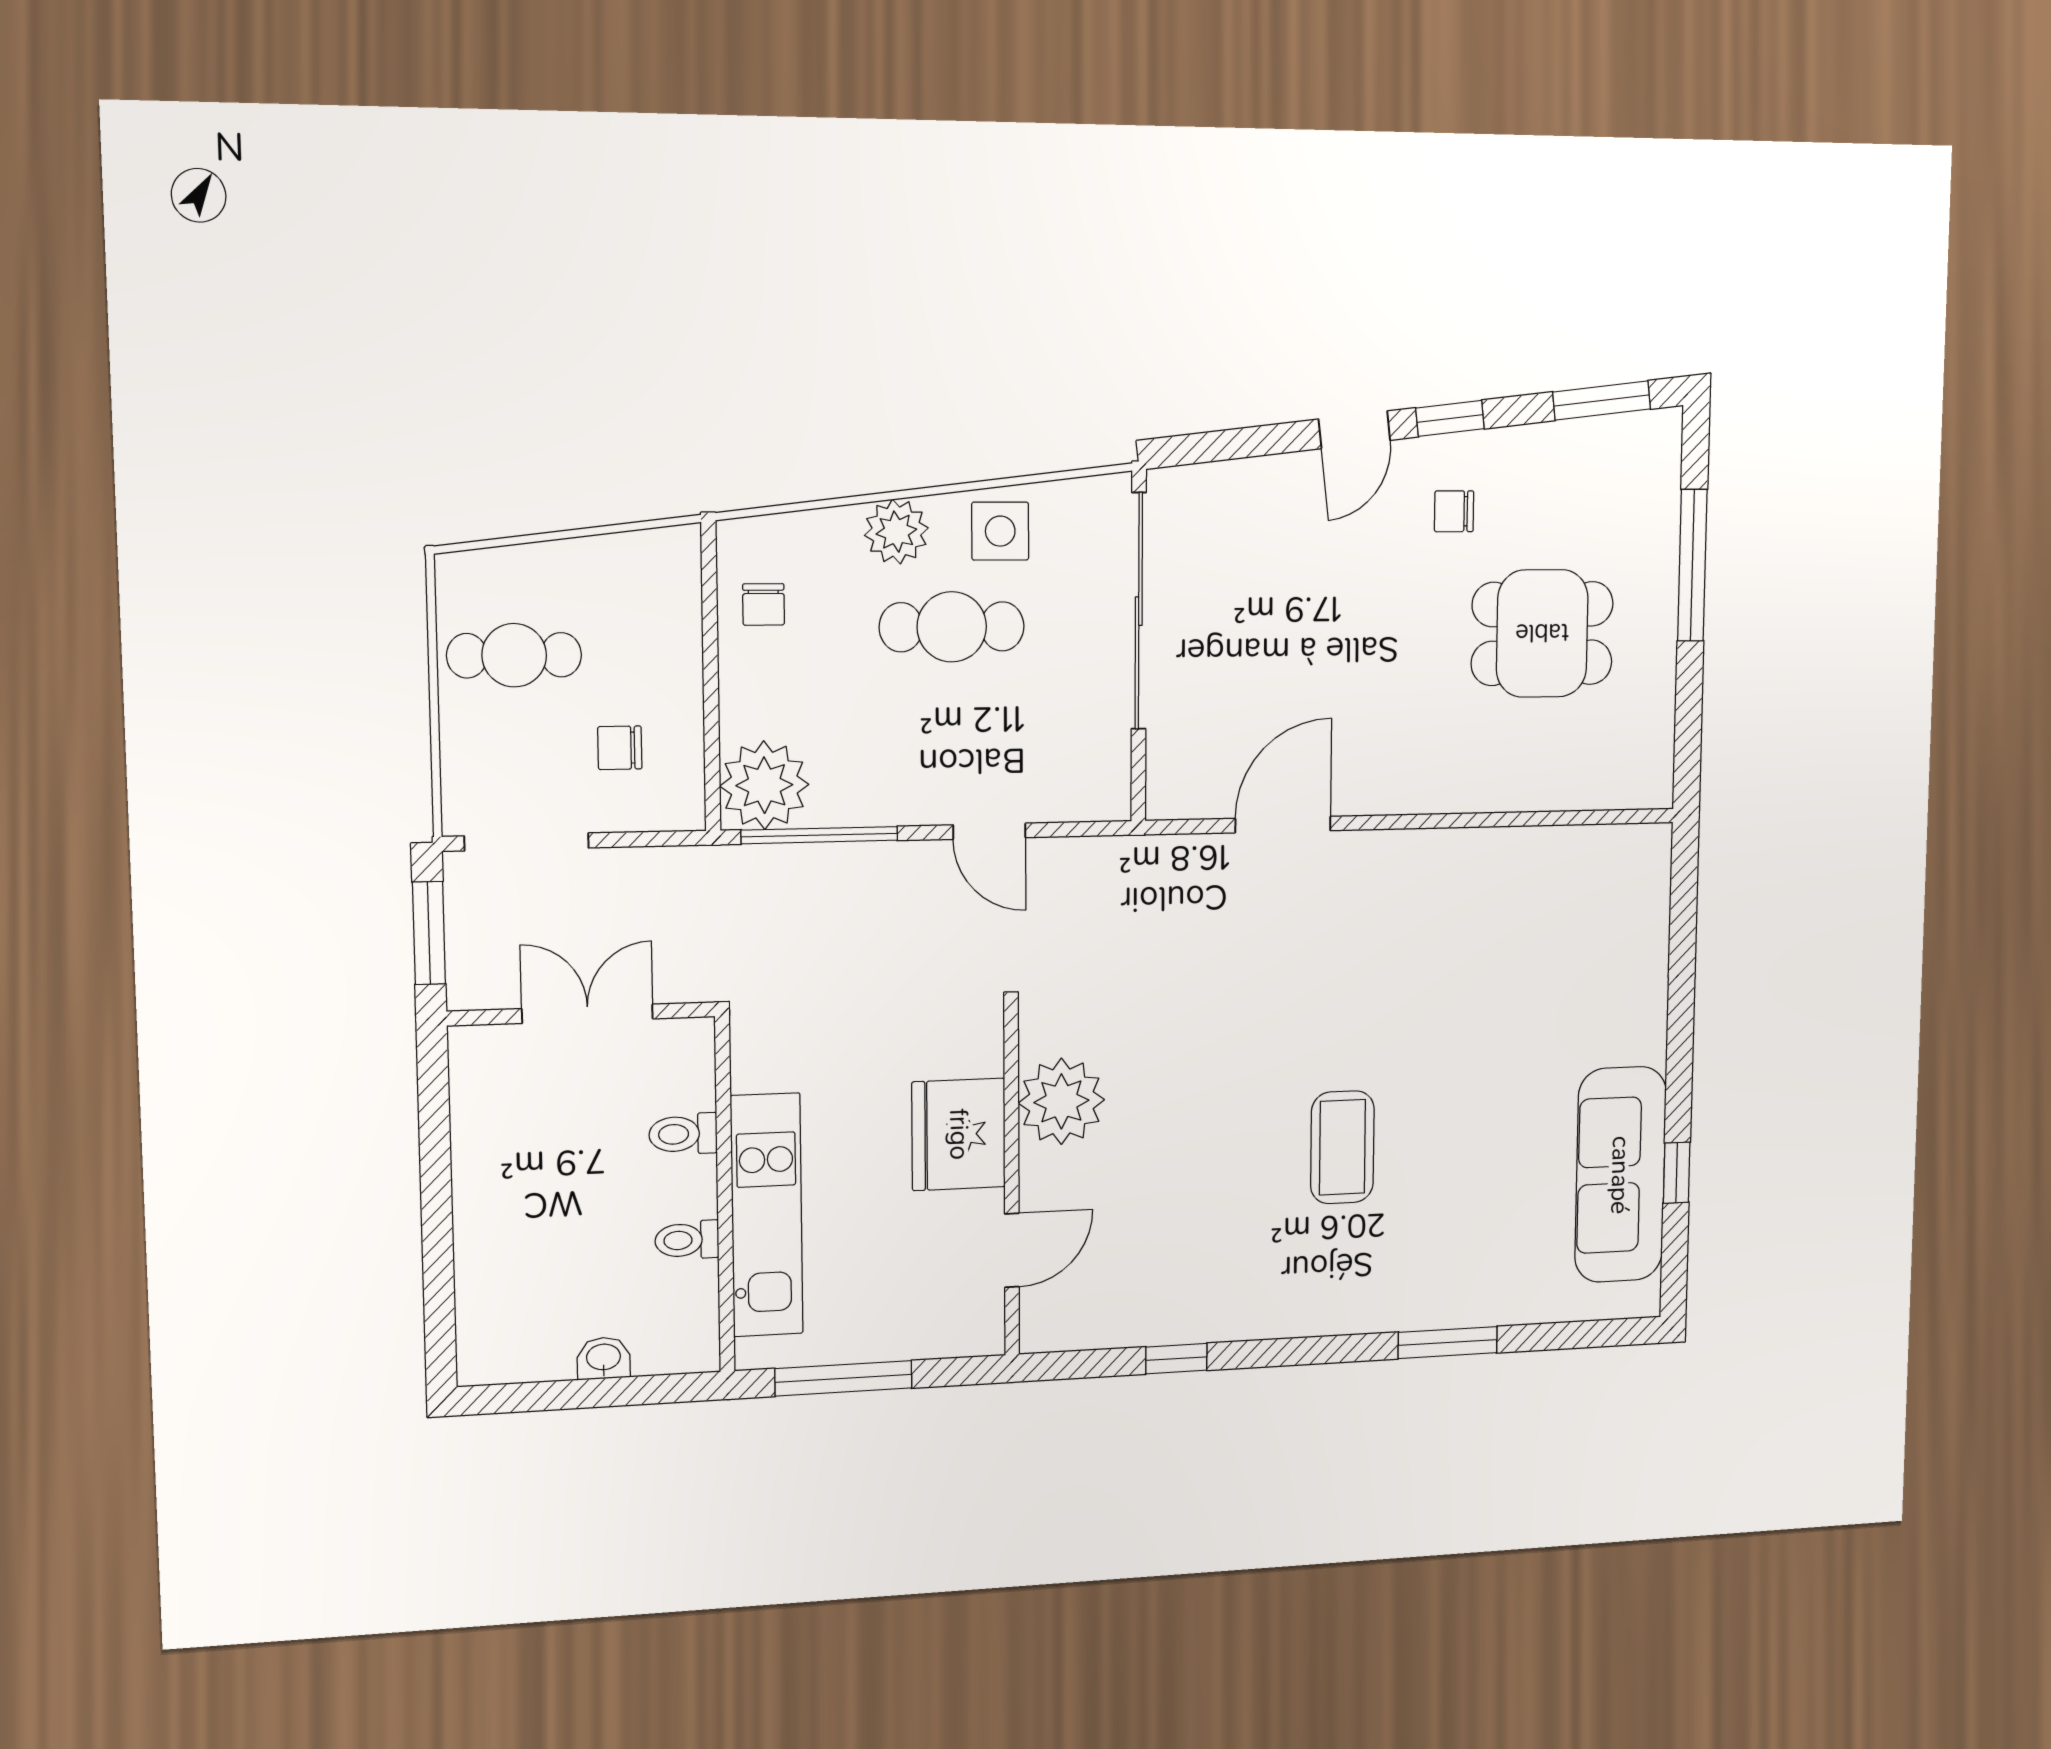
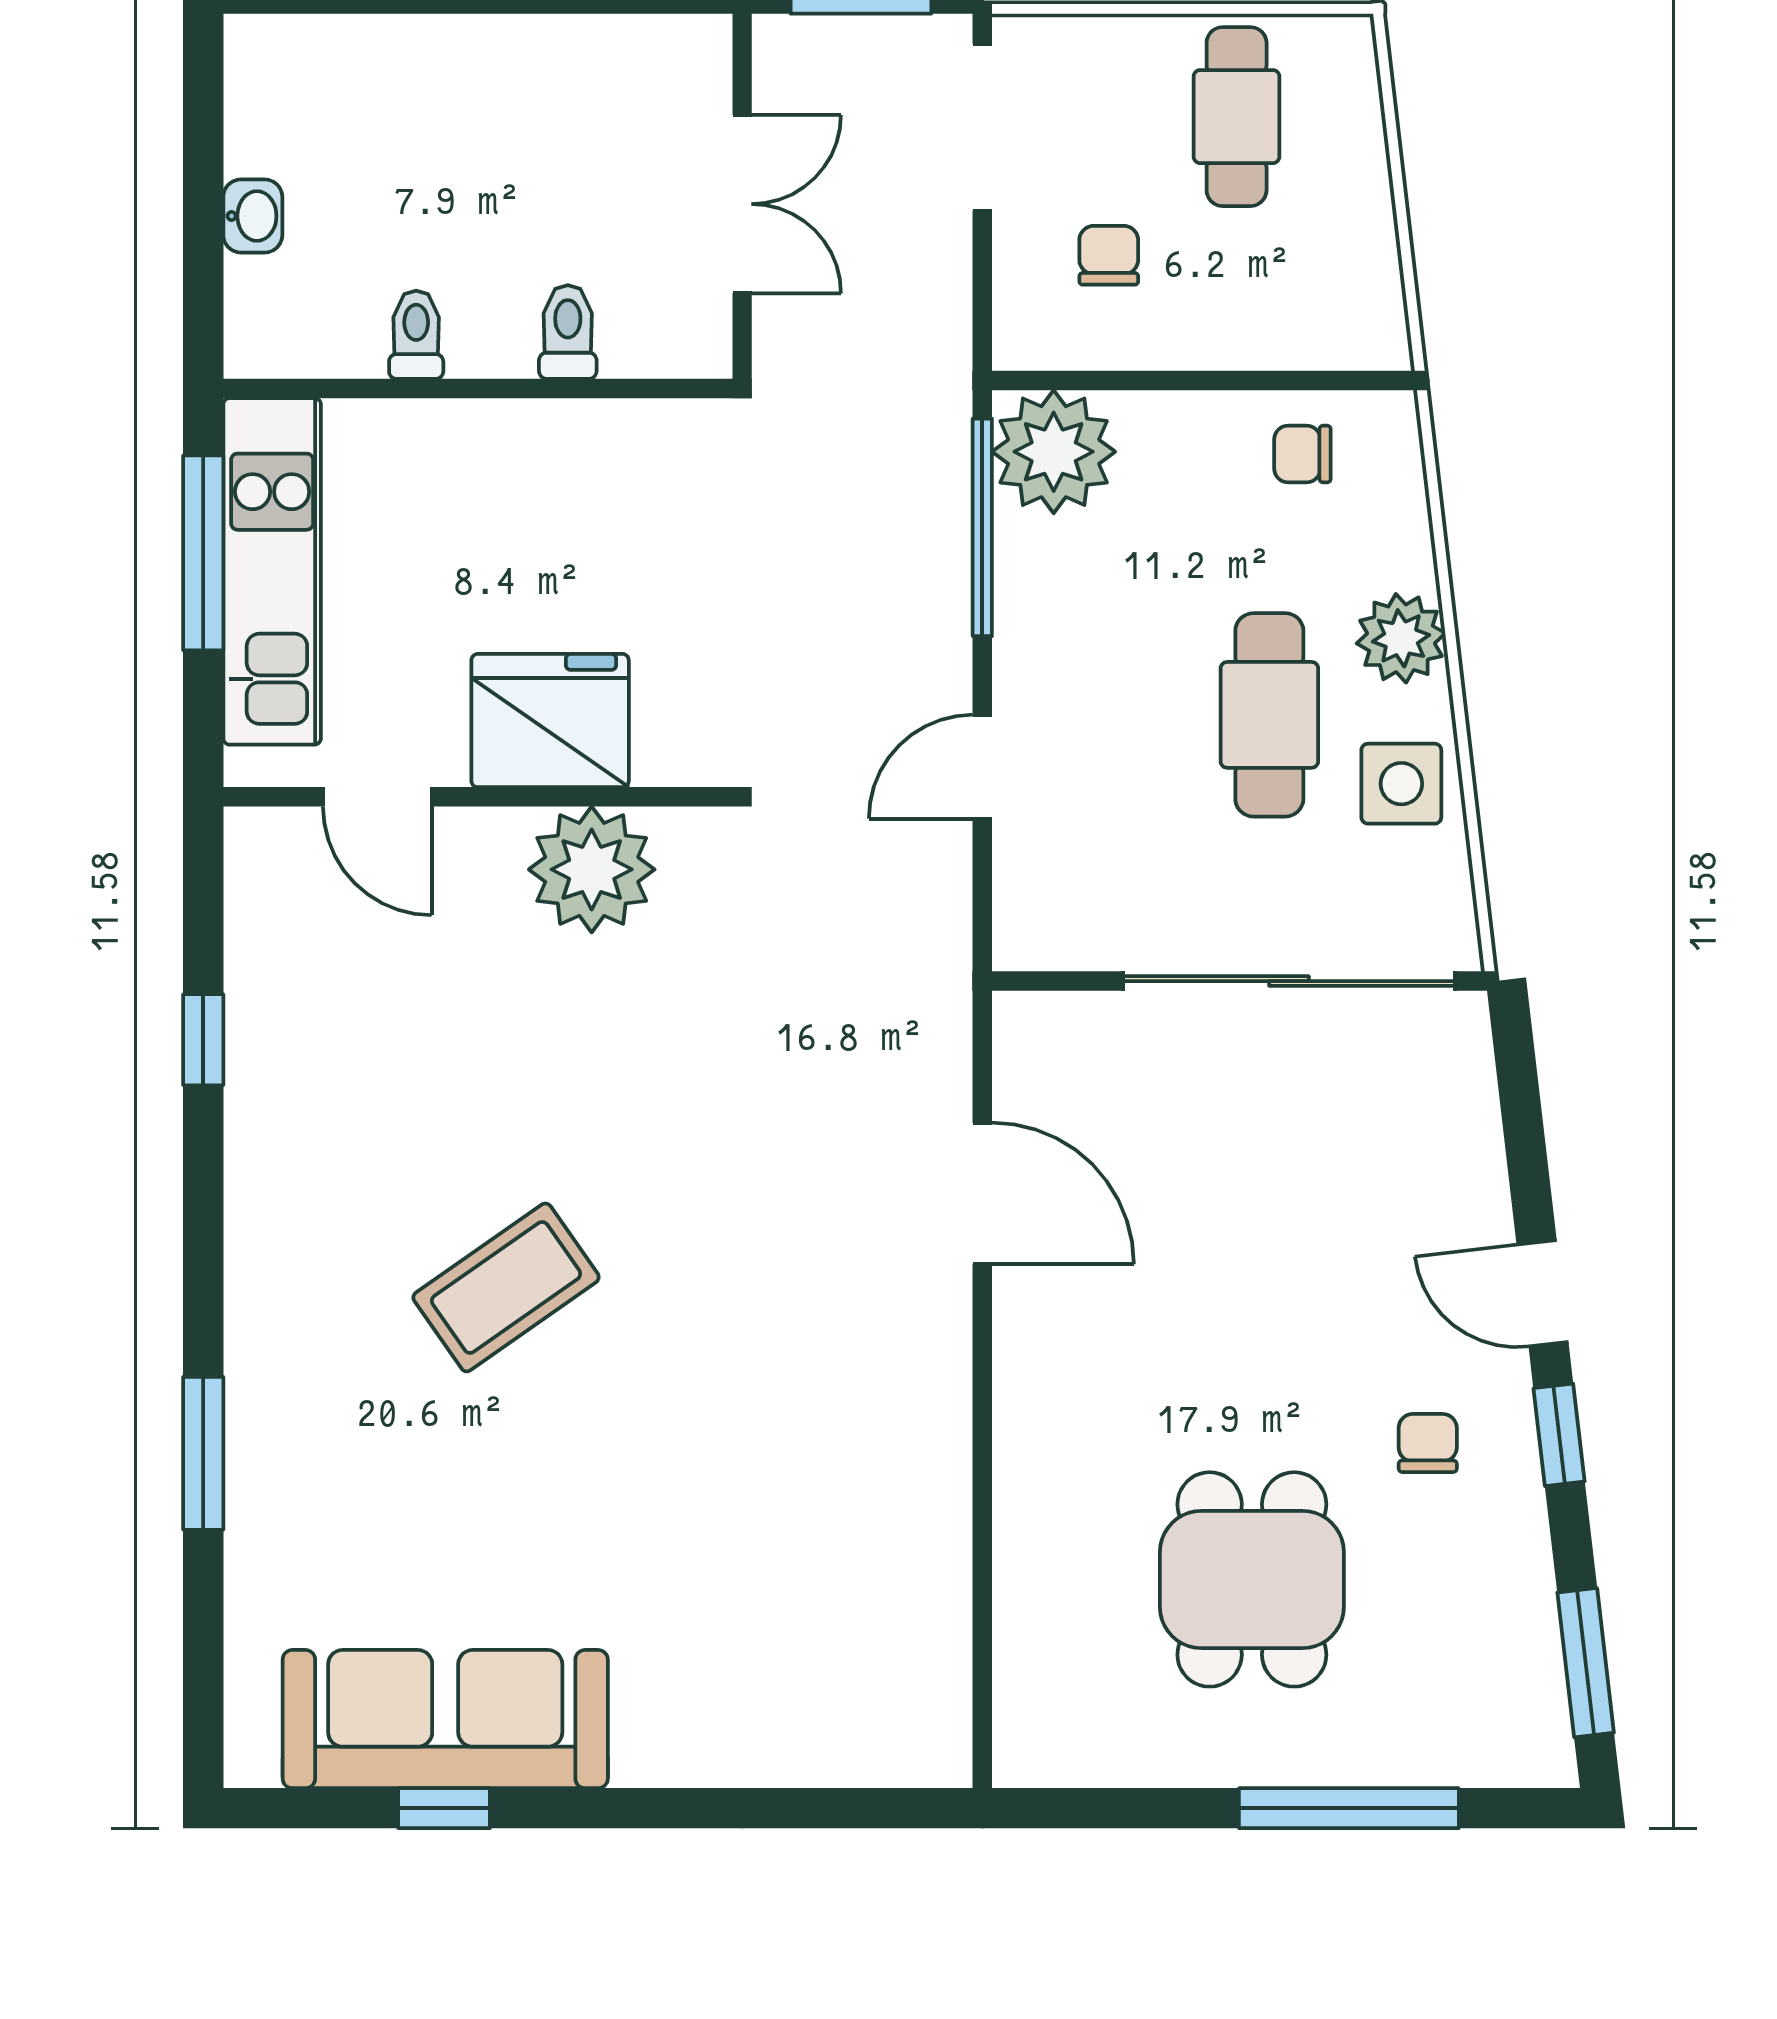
coffee table: (1342, 1147) -> (506, 1287), turned -35
kitchen unit: (767, 1215) -> (272, 571), moved, turned -90

